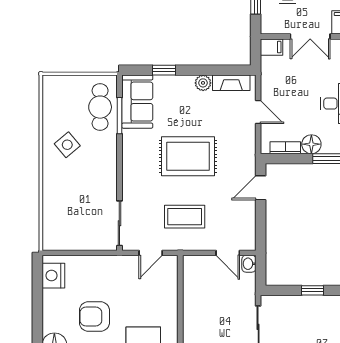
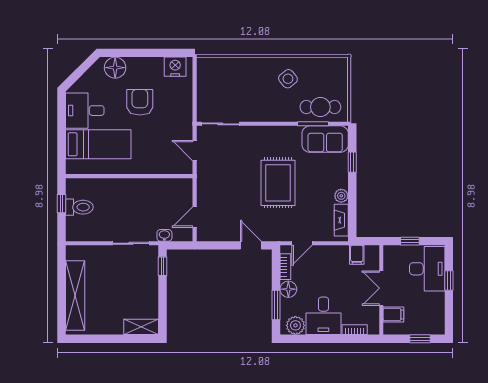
filing cabinet: (271, 47) -> (357, 255), moved
door: (258, 112) -> (302, 243), moved
coffee table: (185, 217) -> (226, 180), removed
washbasin: (249, 264) -> (164, 235), moved
window: (313, 290) -> (162, 266), moved

